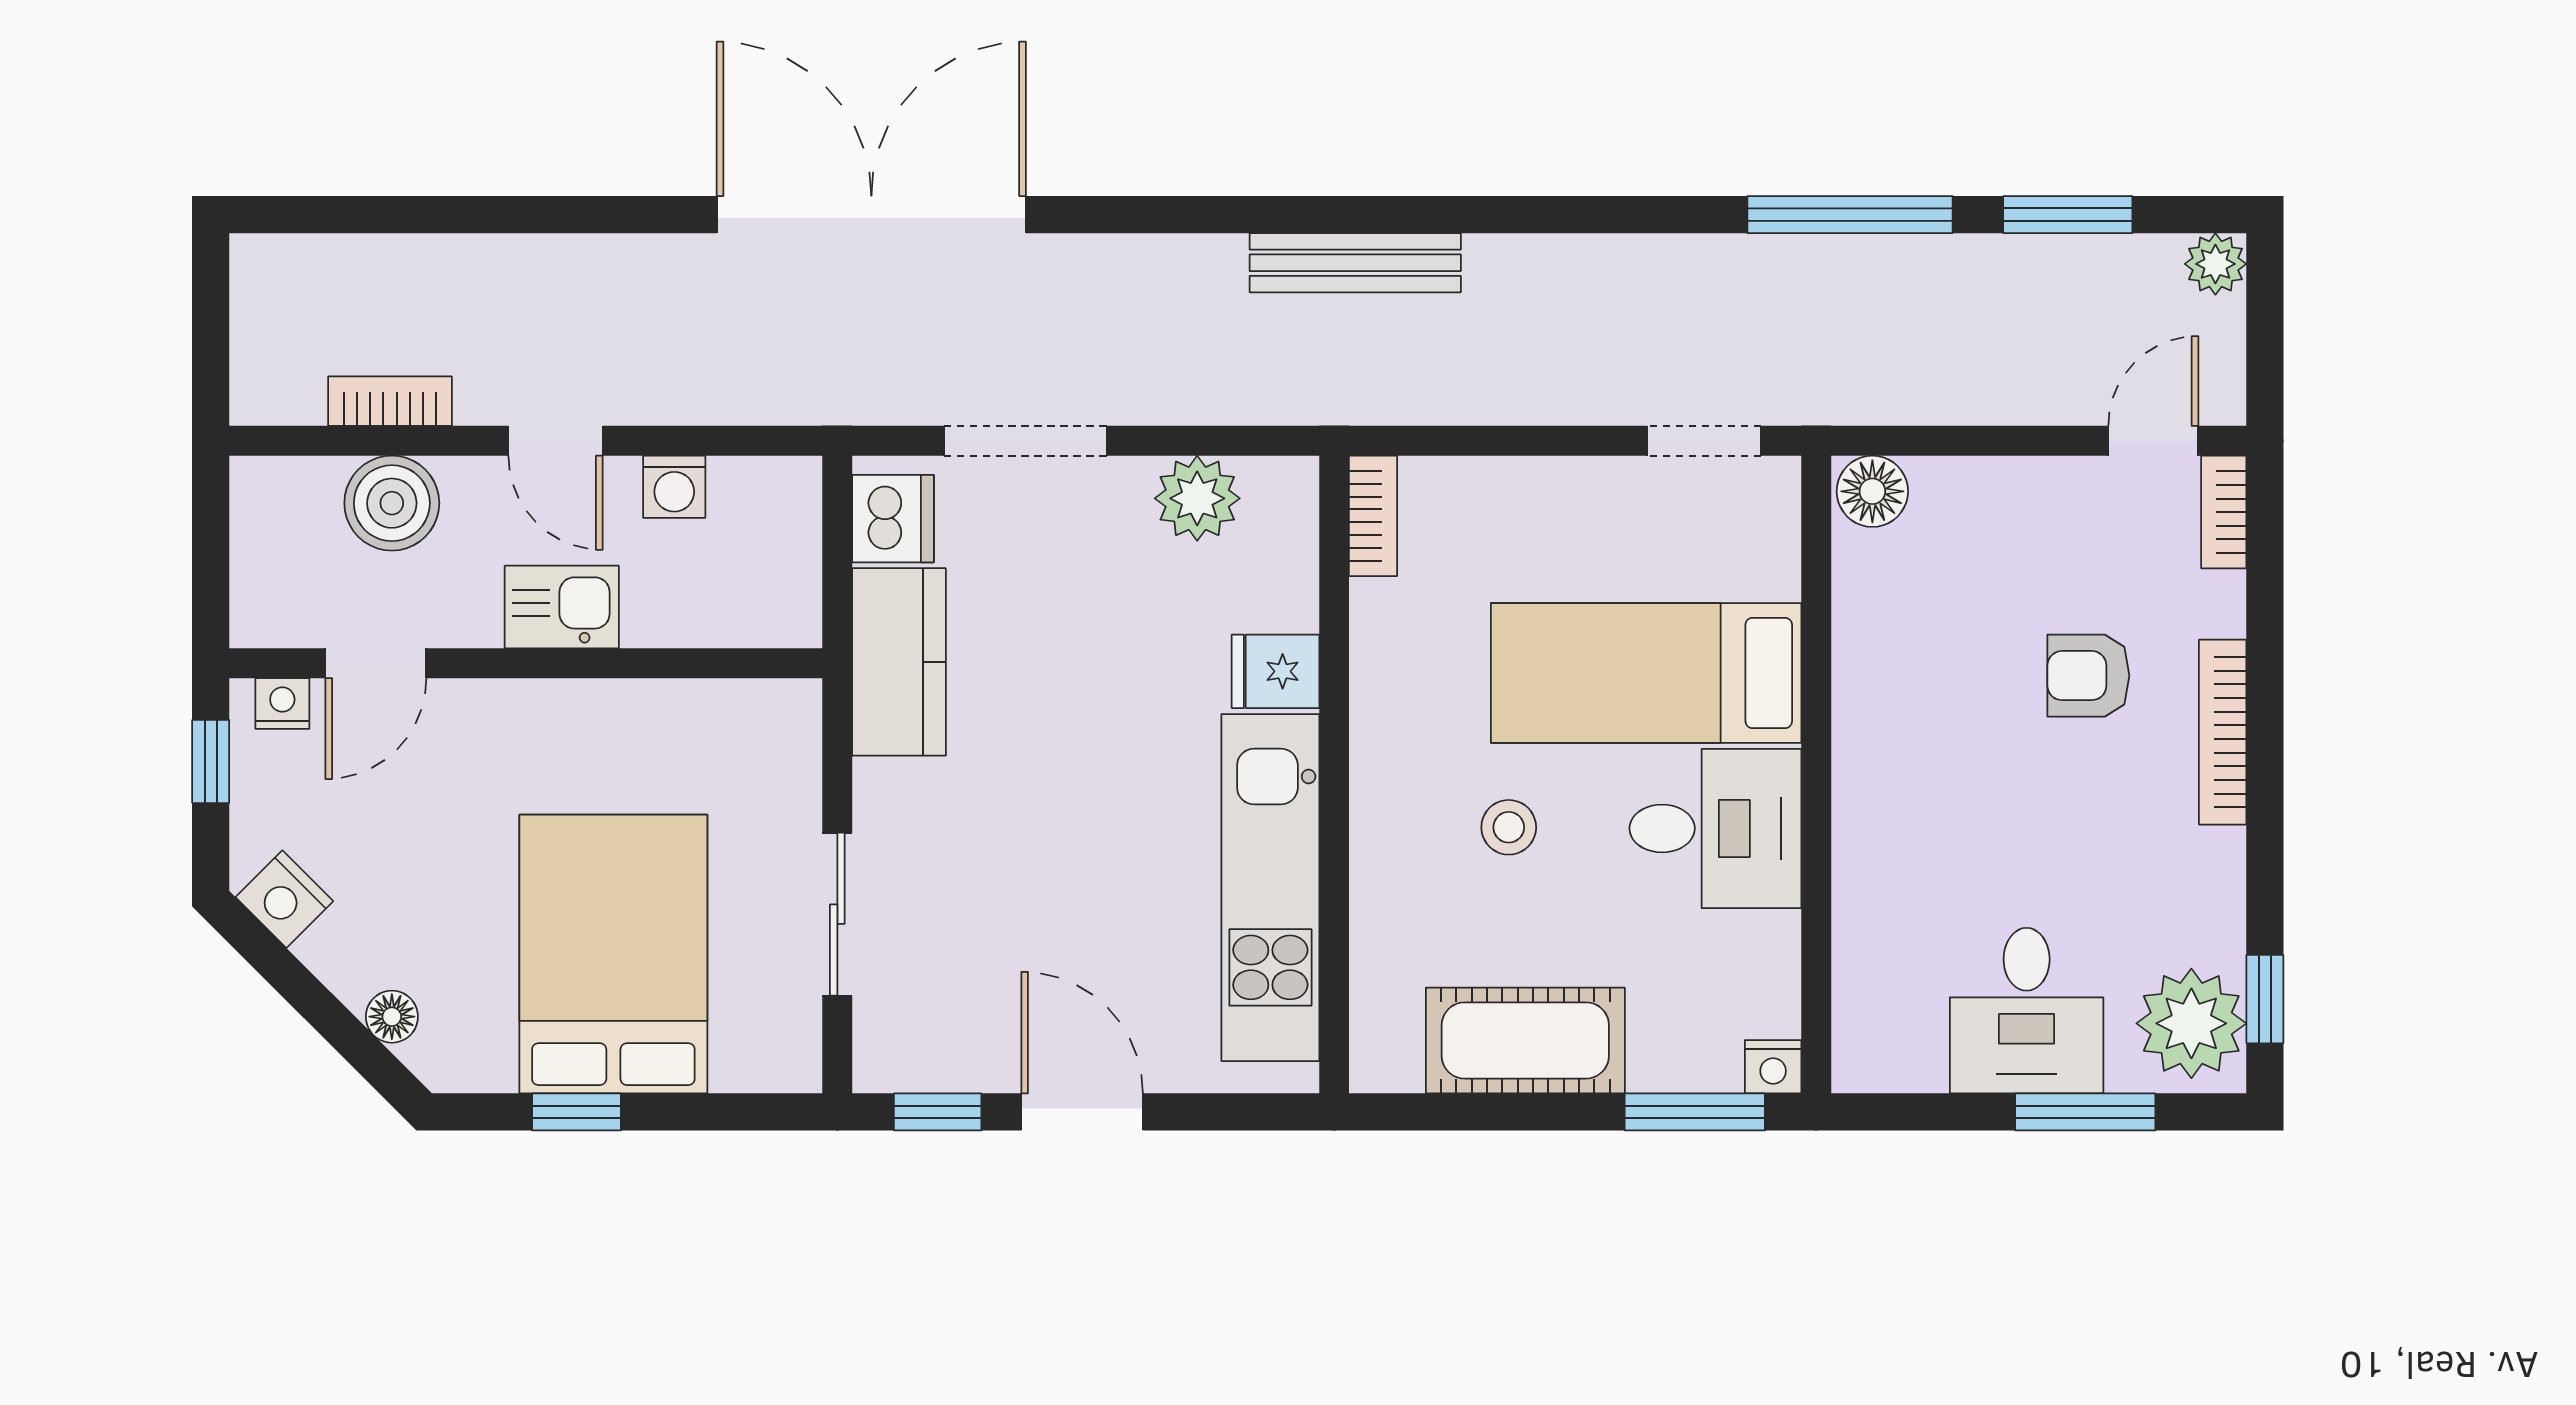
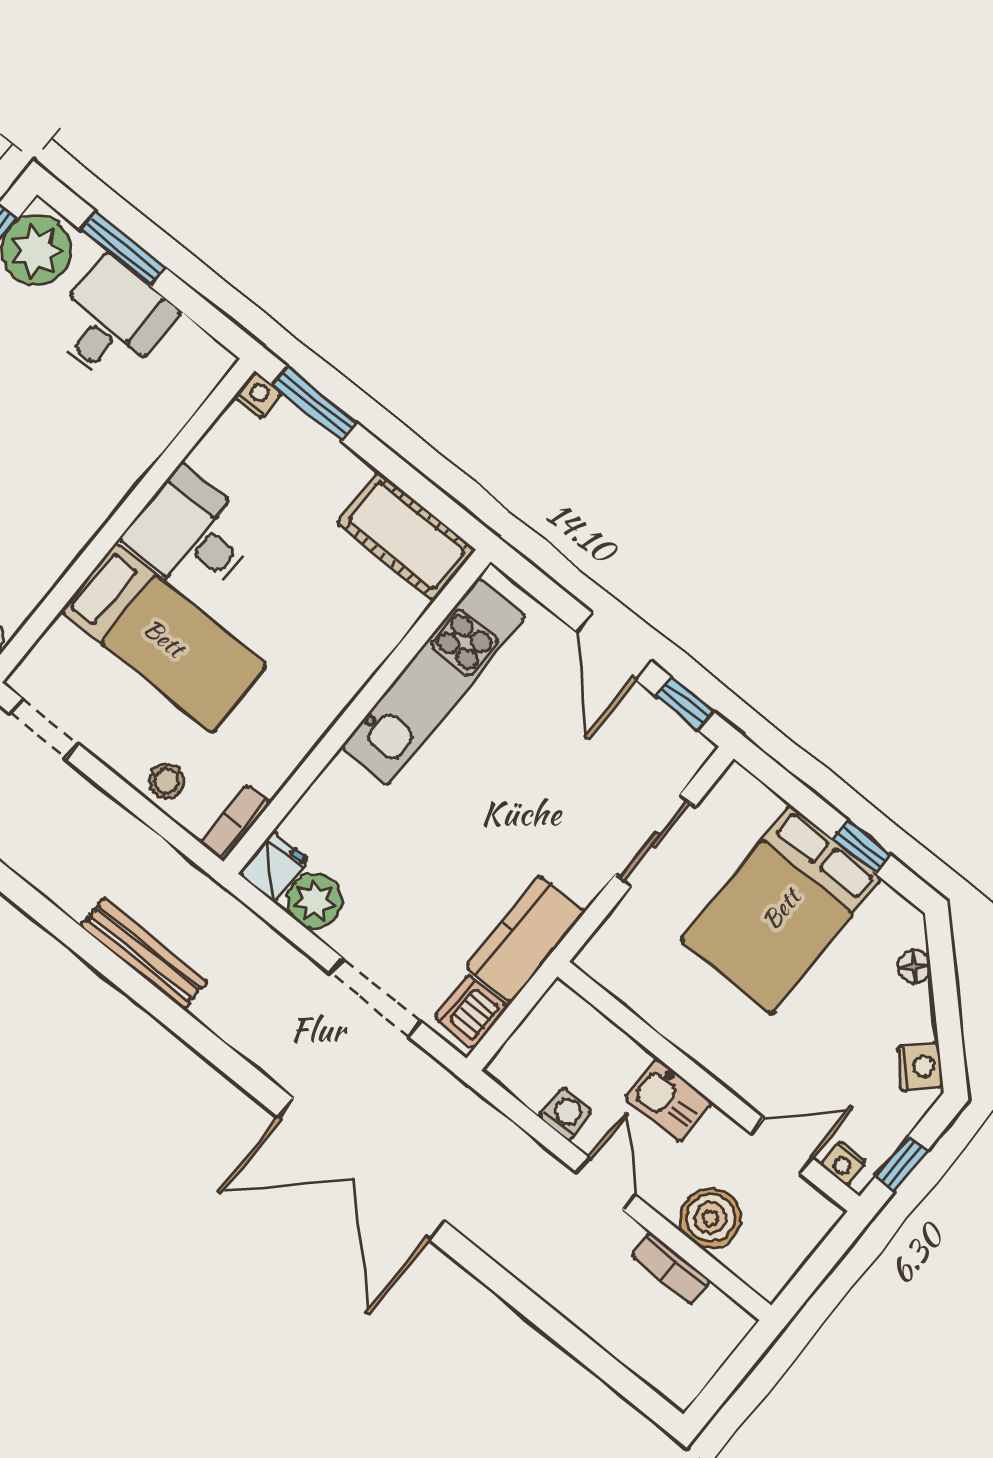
fridge: (1276, 671) -> (273, 867), moved, turned -90
stool: (1509, 827) -> (166, 781), moved
cot: (1525, 1040) -> (406, 536), moved

